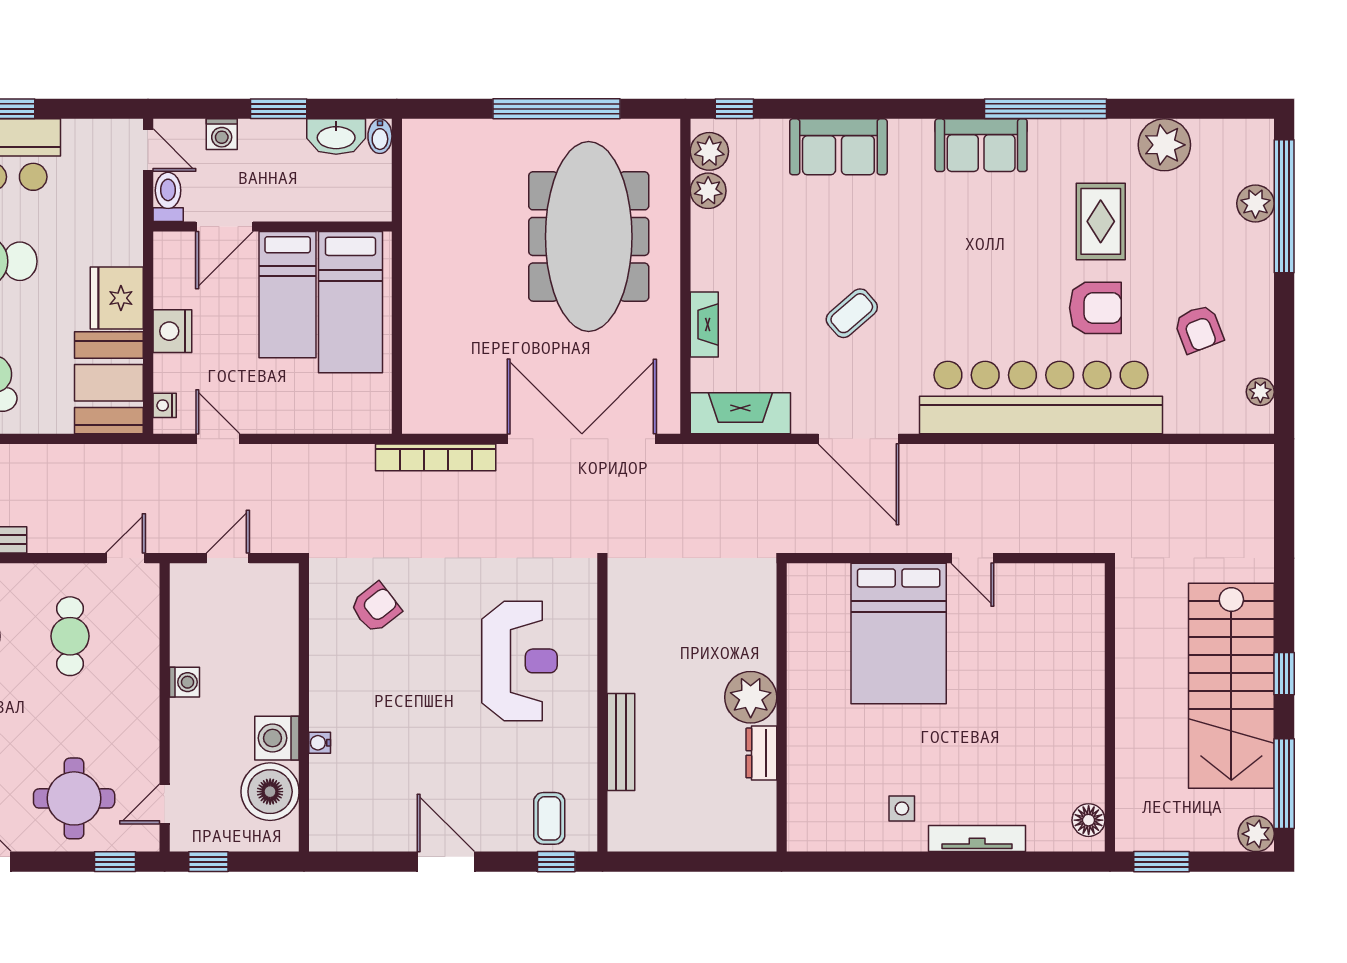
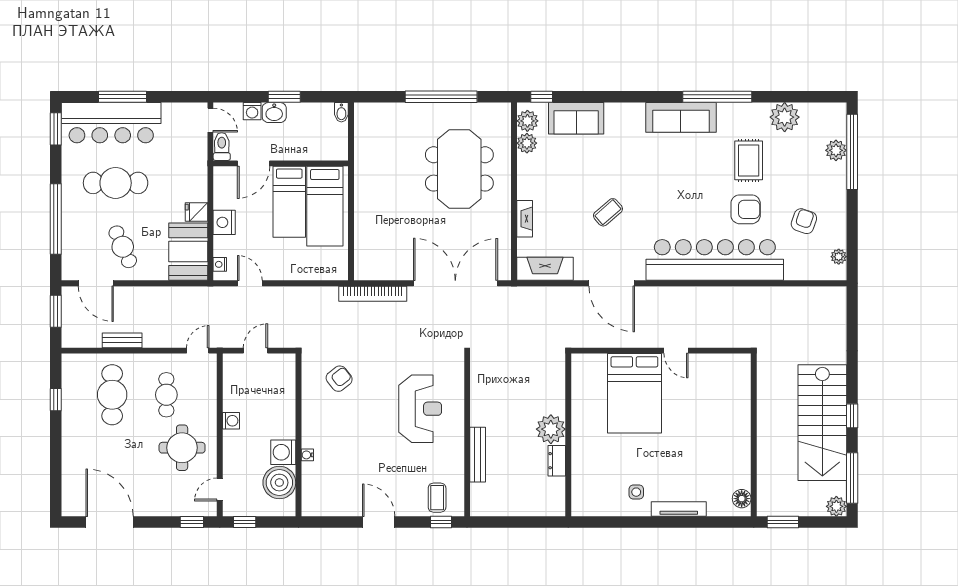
washbasin: (336, 137) -> (274, 113), moved, width x0.72
sofa: (981, 145) -> (681, 117), width x1.36
sofa: (838, 147) -> (576, 118), moved
meeting table: (589, 236) -> (459, 169), width x0.73
fridge: (117, 298) -> (197, 212), width x0.53, depth x0.75
armchair: (1199, 329) -> (804, 221), turned -140
round table: (74, 798) -> (182, 448), moved

